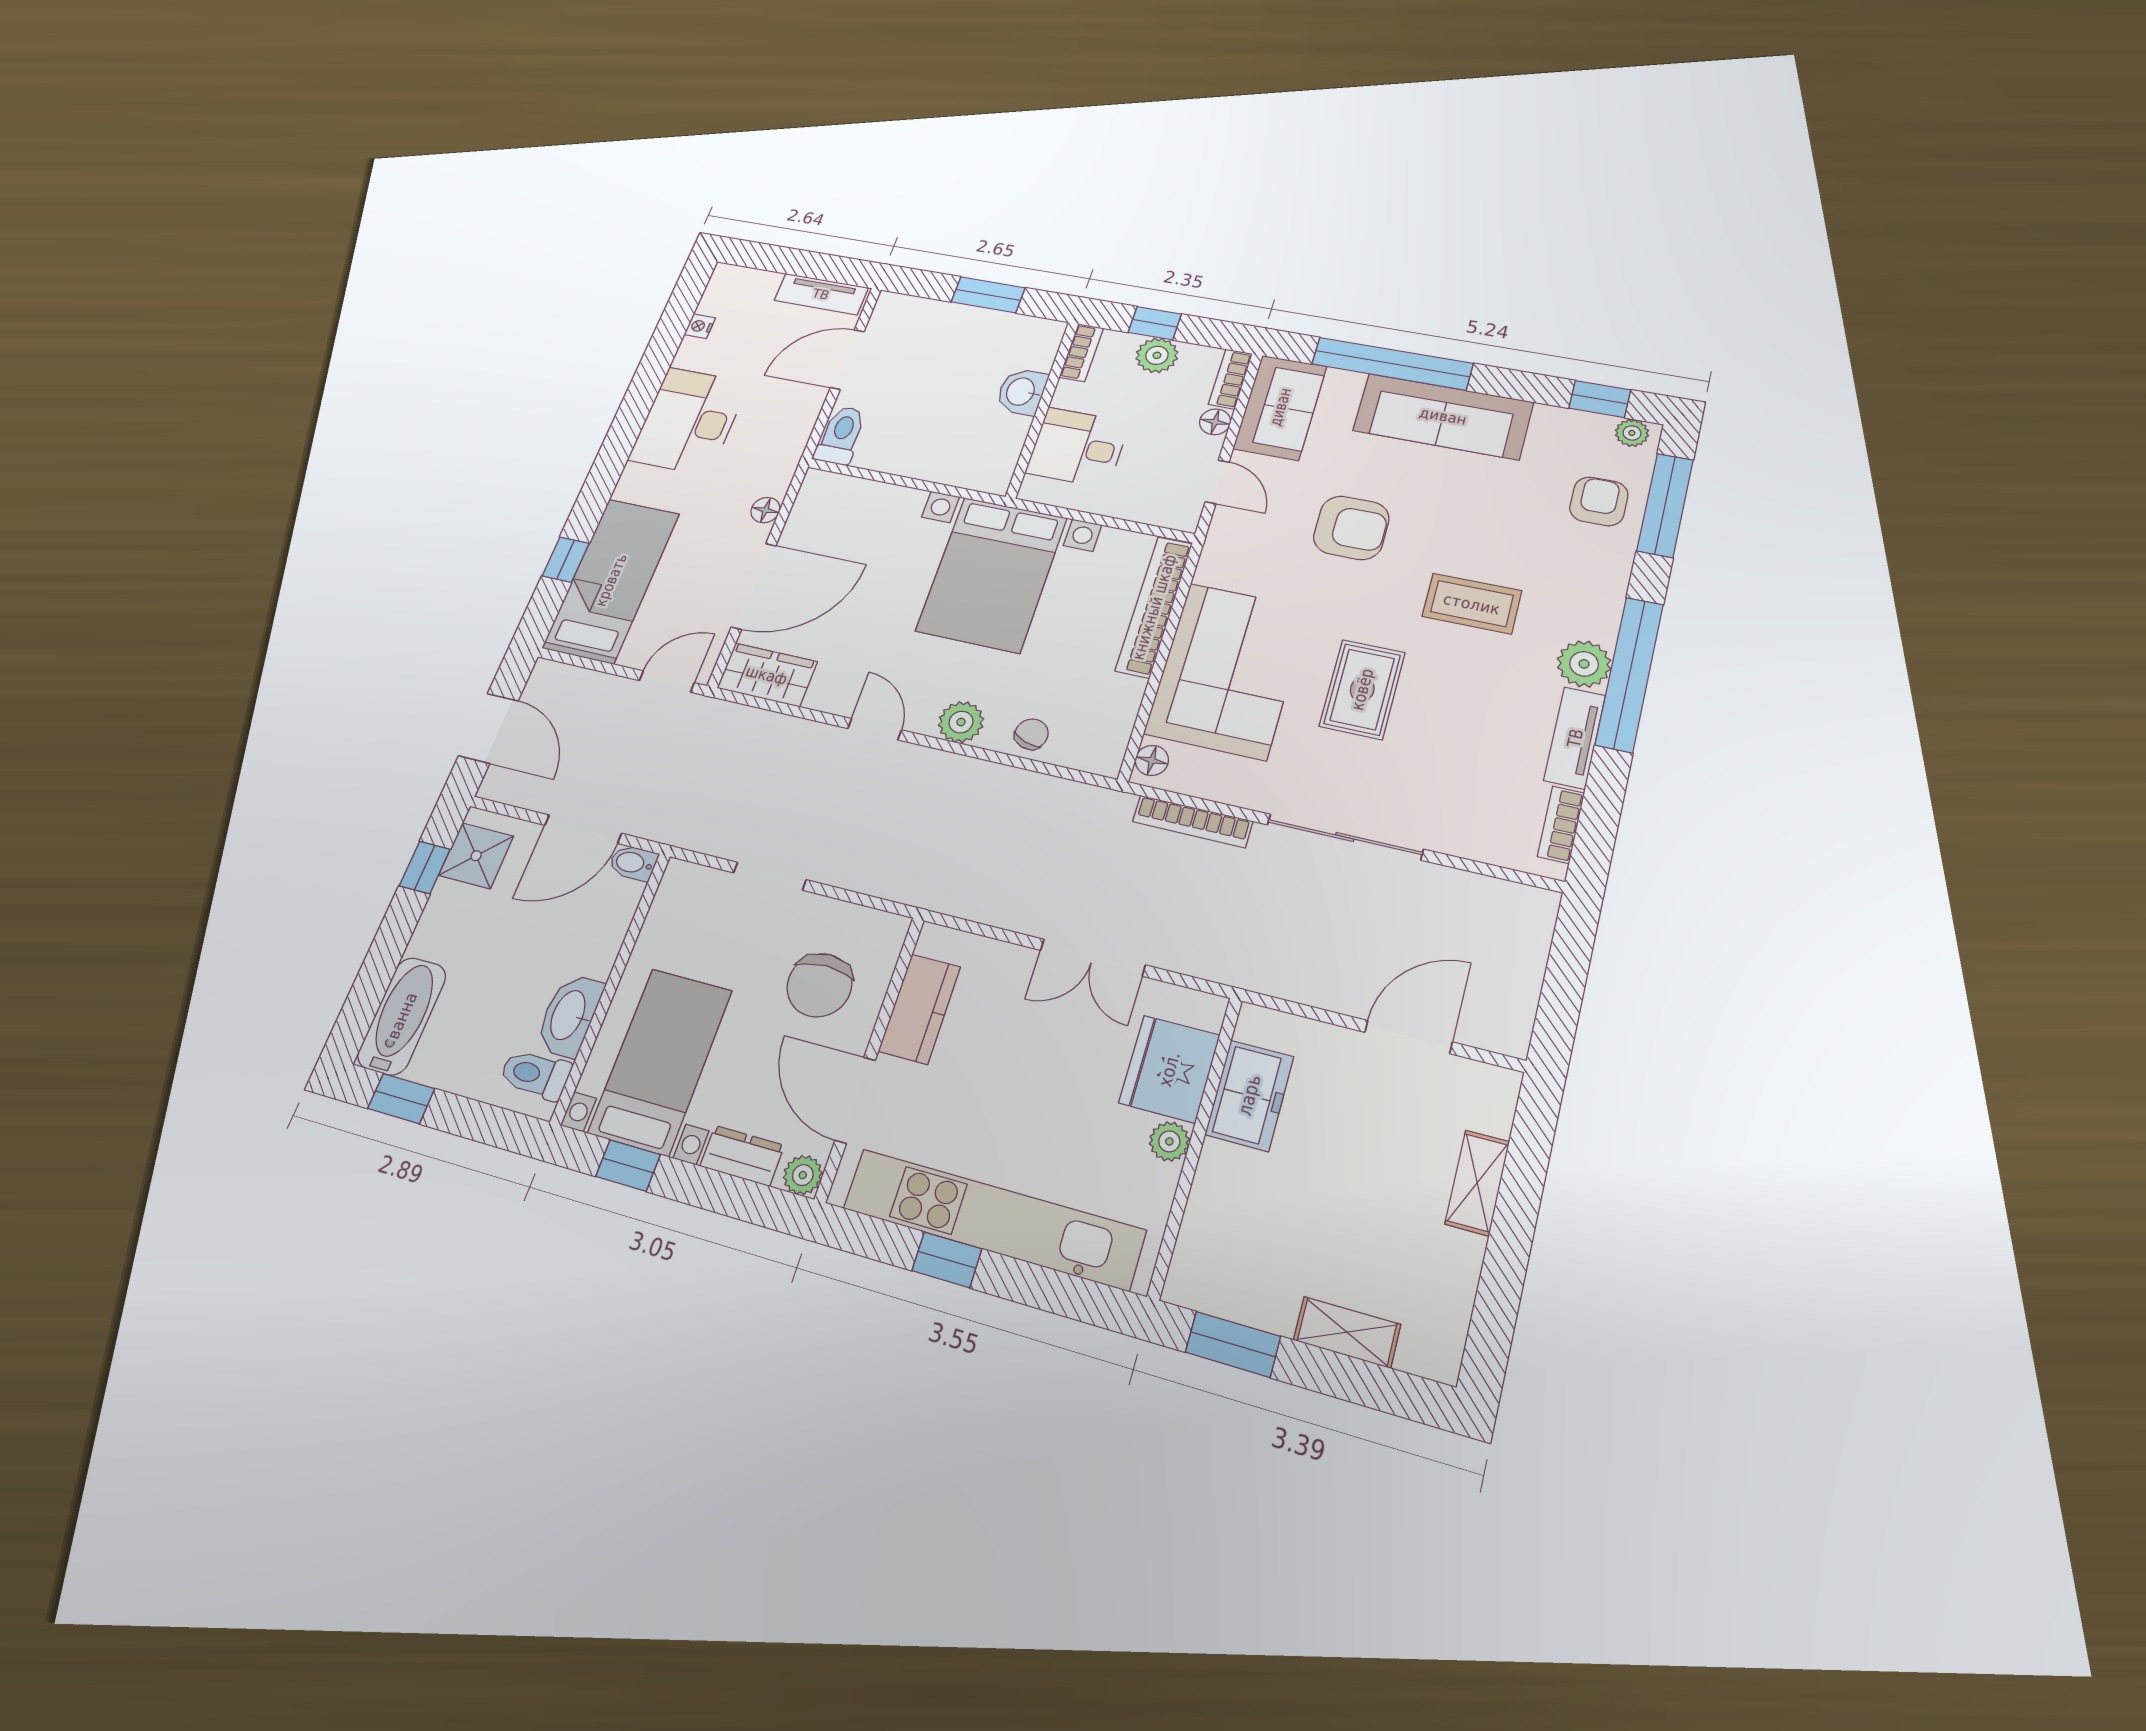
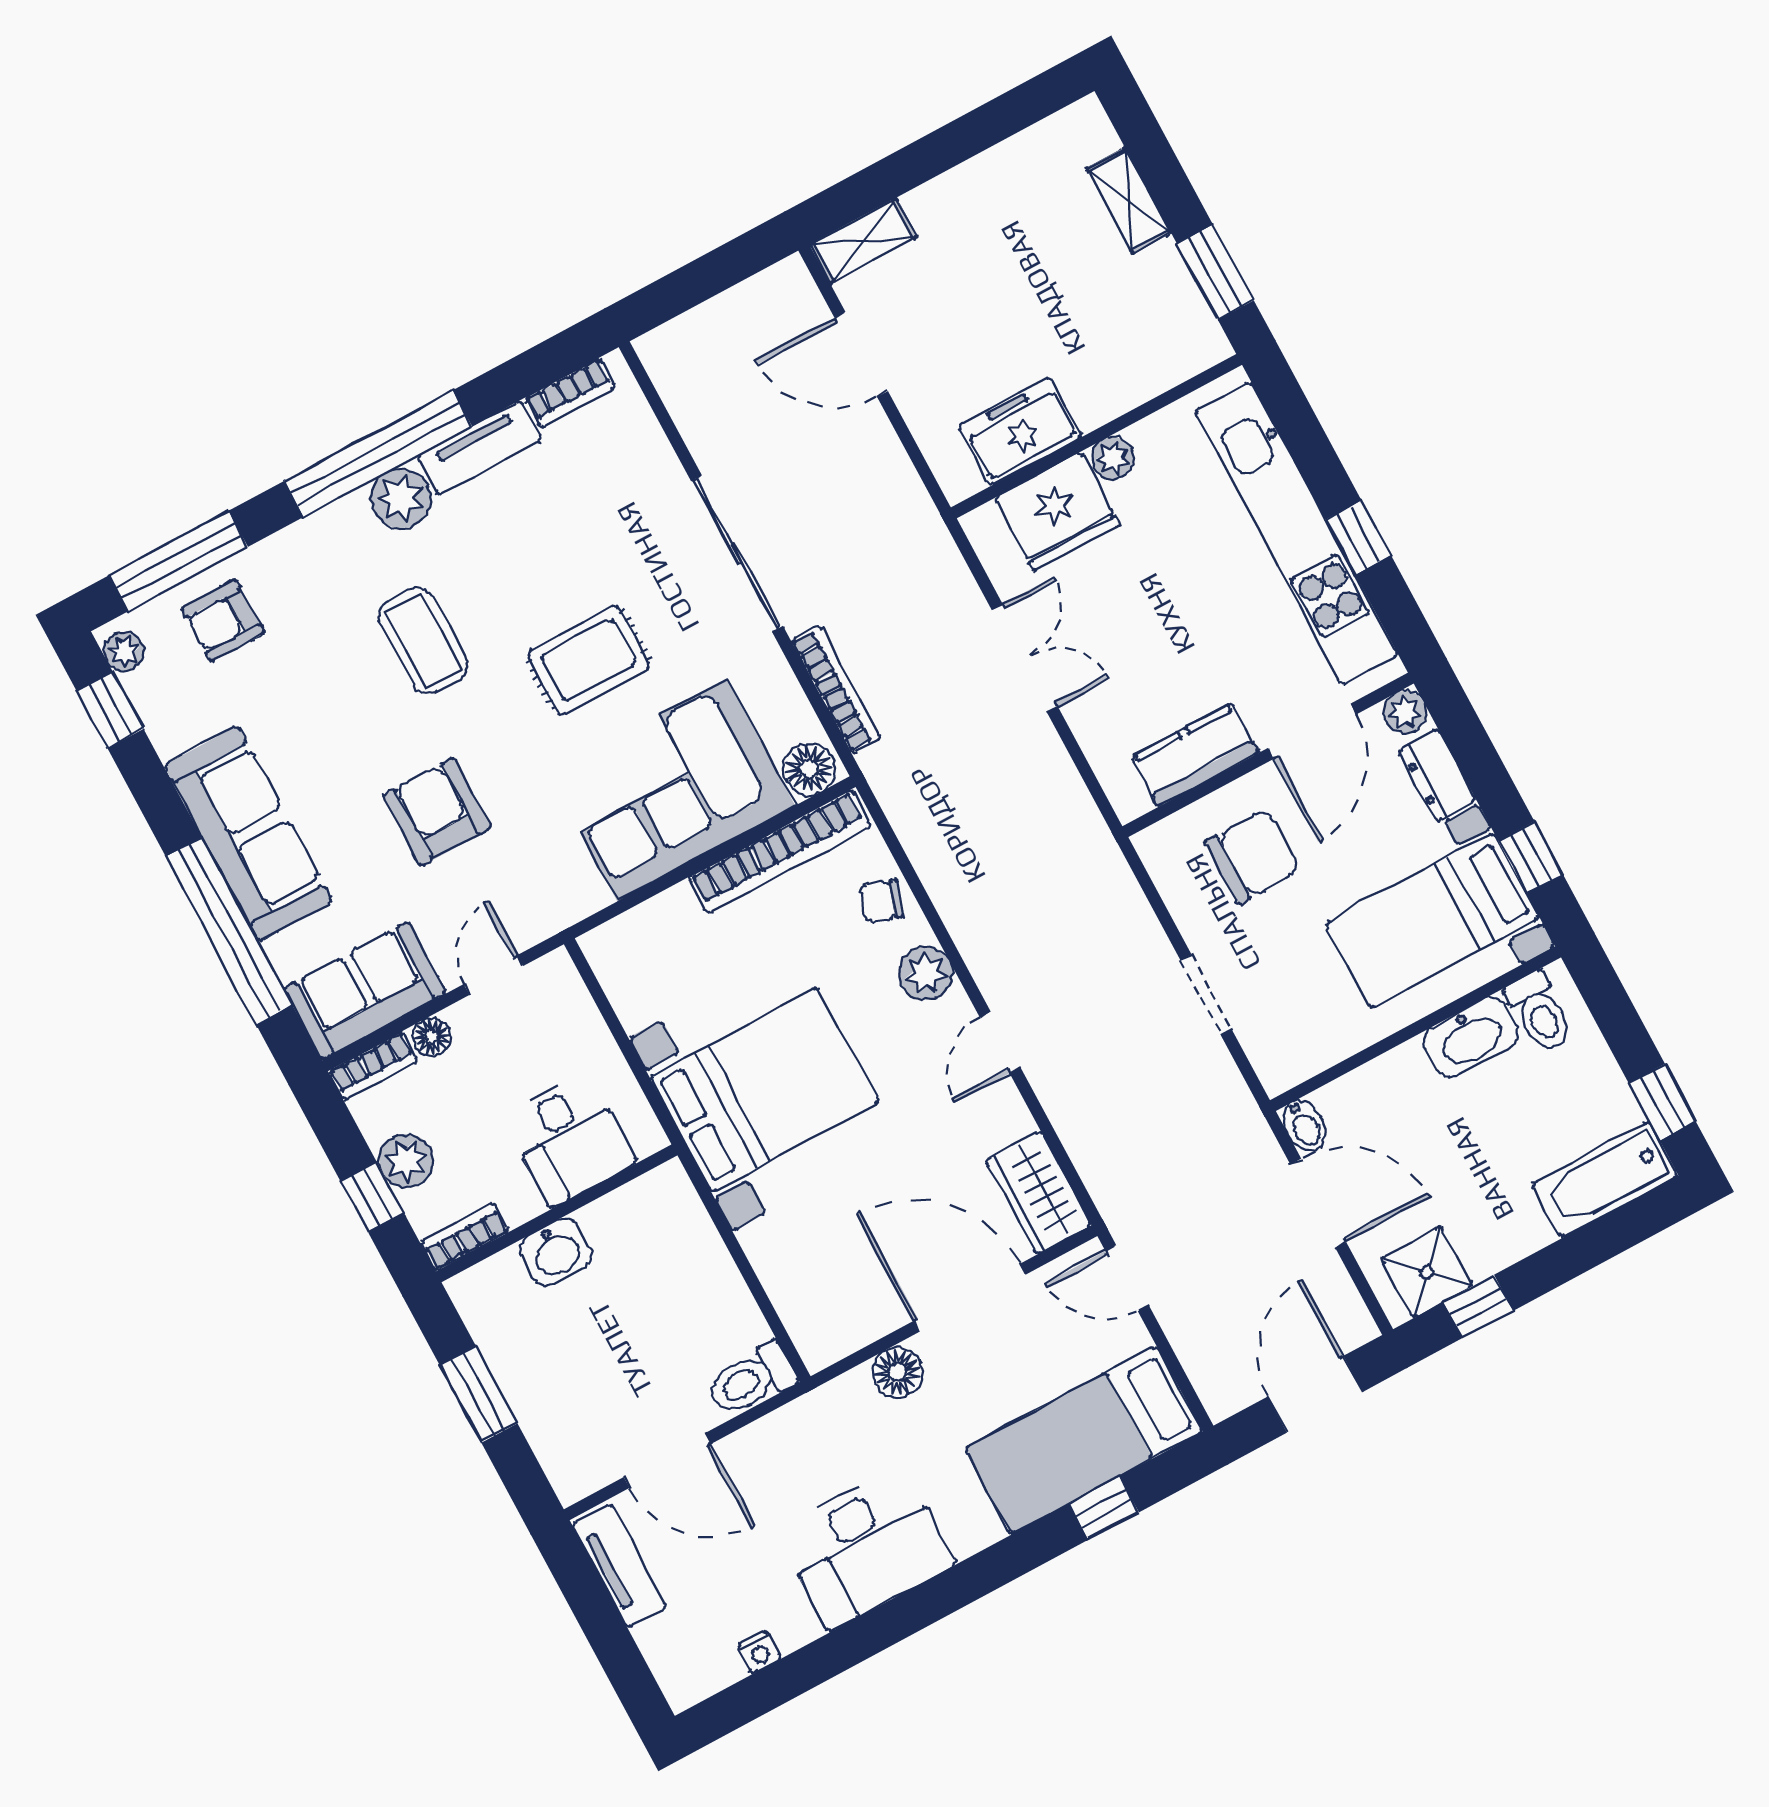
floor lamp: (765, 510) -> (897, 1372), width x1.37, depth x1.37
bookcase: (1154, 607) -> (780, 852), moved
floor lamp: (1152, 760) -> (809, 769), width x1.37, depth x1.37
shelving: (1477, 1183) -> (863, 241), moved

